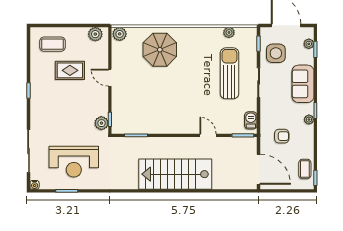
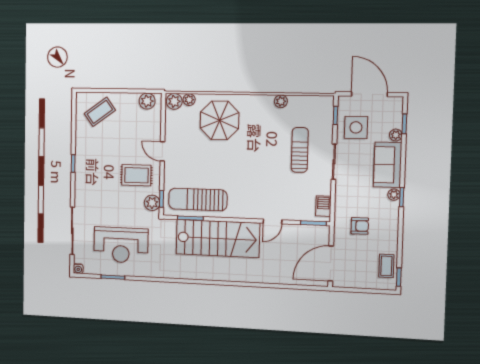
plant: (133, 32) -> (189, 100), added
plant: (229, 32) -> (281, 101), moved
coffee table: (53, 44) -> (100, 112), turned -36
plant: (309, 44) -> (396, 135), moved
rug: (70, 70) -> (136, 175), moved
sun lounger: (229, 73) -> (300, 150), width x0.73, depth x0.75
sun lounger: (142, 119) -> (198, 200), added
plant: (309, 120) -> (394, 195), moved
door: (208, 135) -> (272, 221), swing flipped
door: (259, 169) -> (331, 264), swing flipped
stairs: (175, 174) -> (218, 238), moved, turned 180

